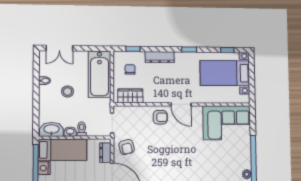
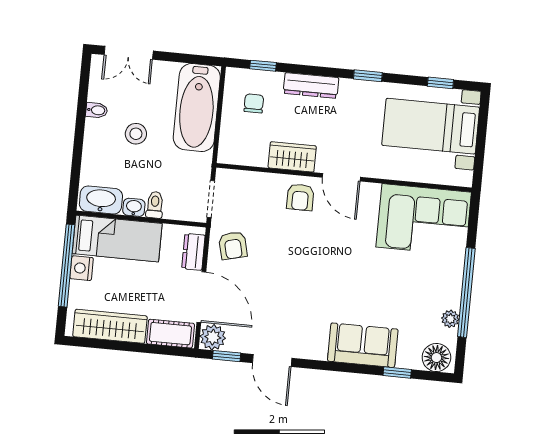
wardrobe: (130, 96) -> (292, 157), moved
armchair: (160, 117) -> (300, 197), turned 90

